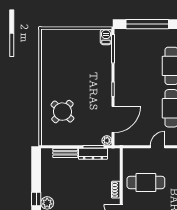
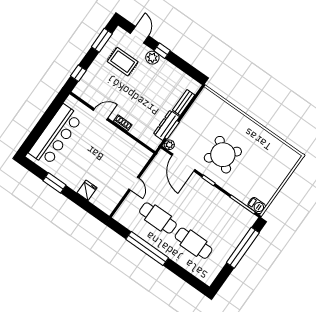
round table: (62, 112) -> (223, 155), moved, width x1.36, depth x1.36
cafe table: (146, 182) -> (111, 153), removed

